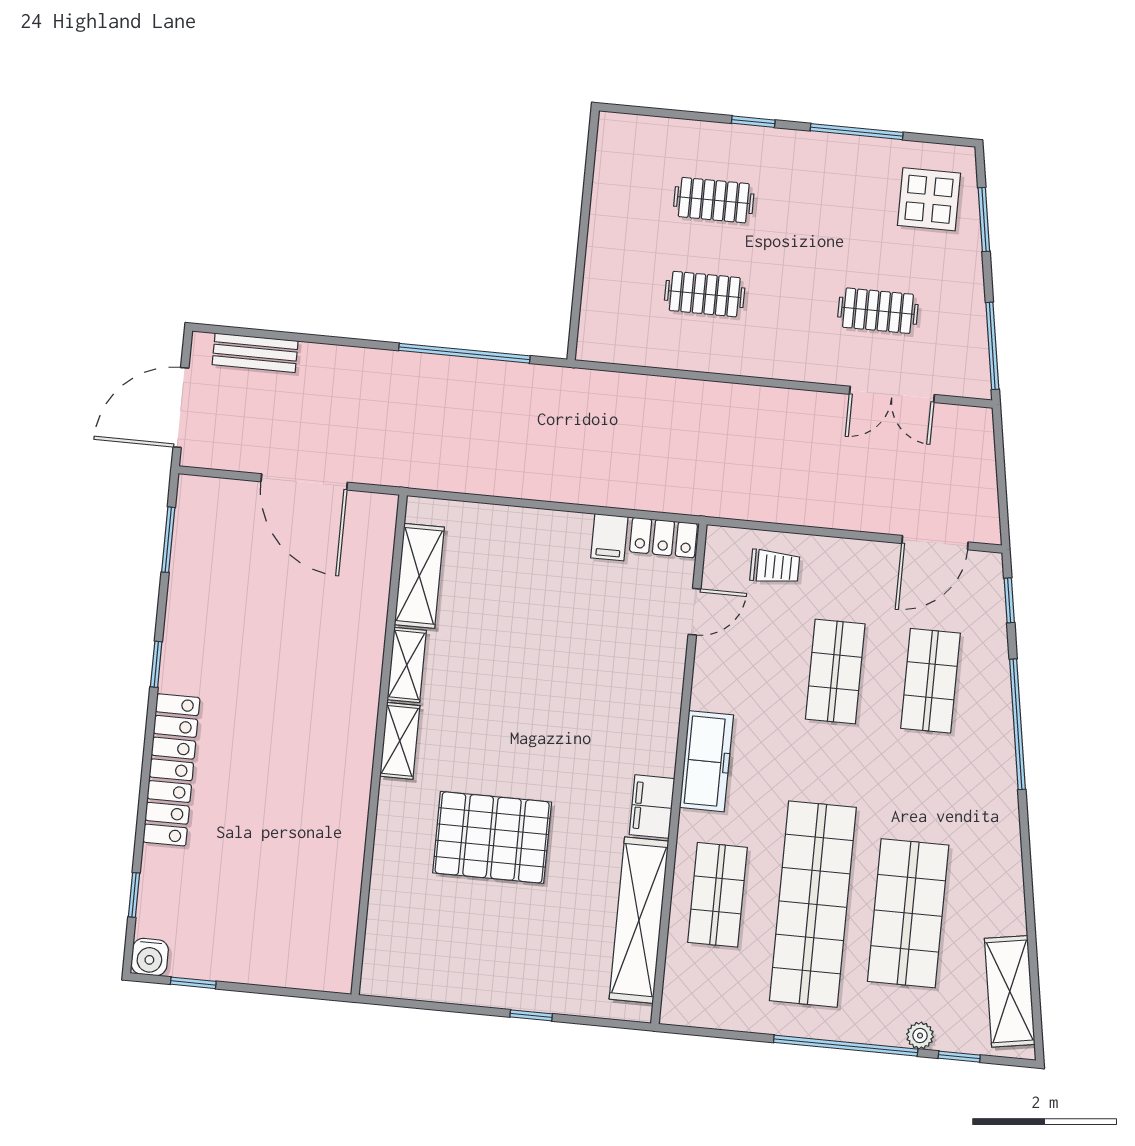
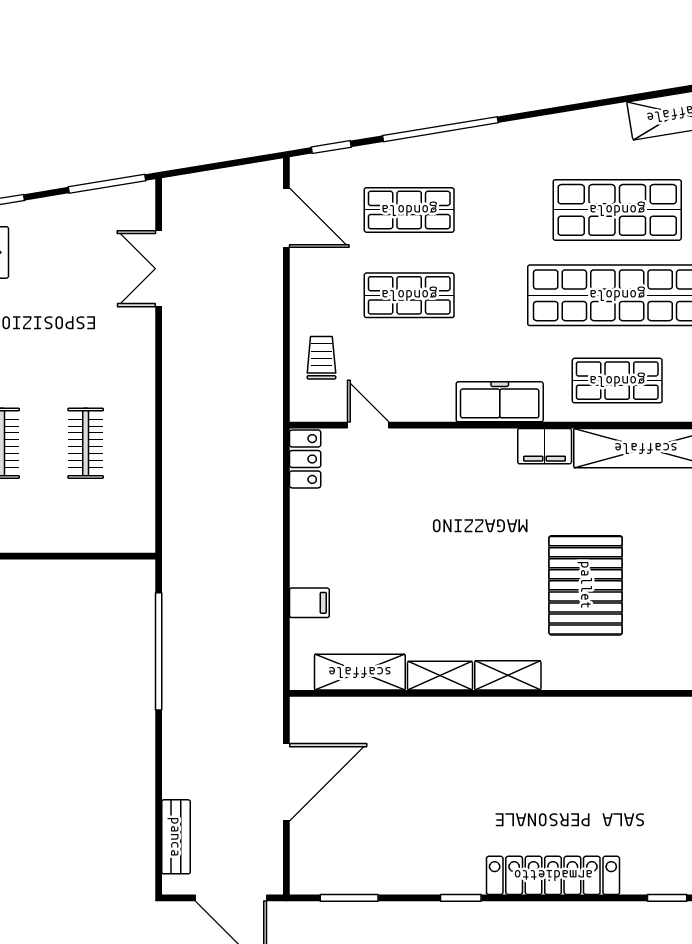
clothes rail: (878, 311) -> (86, 288), removed
double door: (892, 394) -> (159, 269), swing flipped
filing cabinet: (609, 537) -> (309, 603), moved

